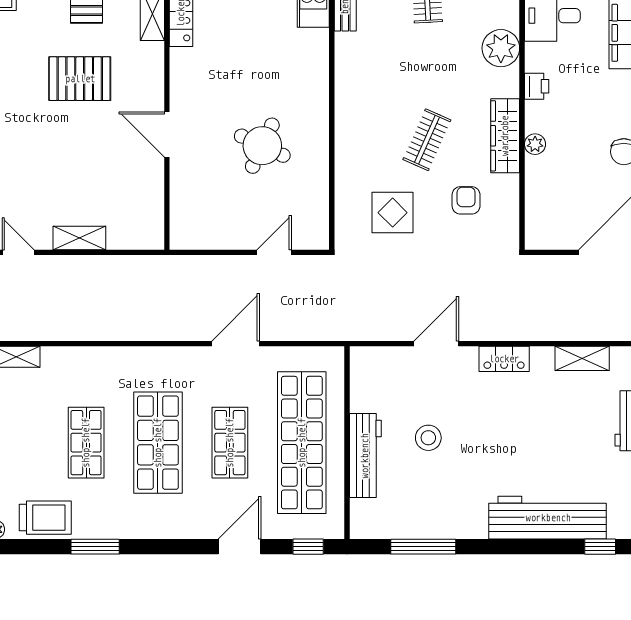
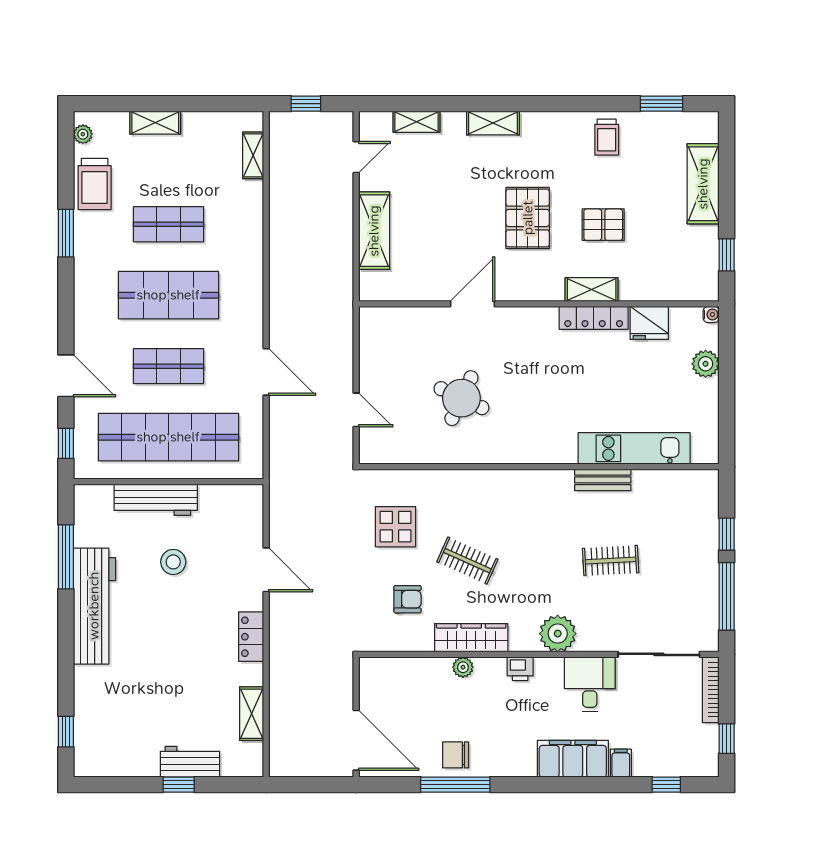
shelving: (79, 238) -> (374, 231), width x1.50, depth x1.33
workbench: (548, 518) -> (94, 606), moved

